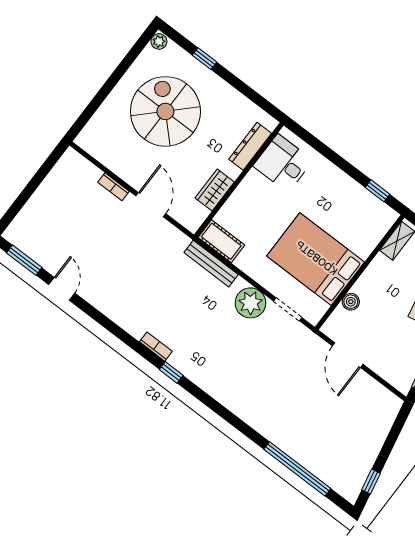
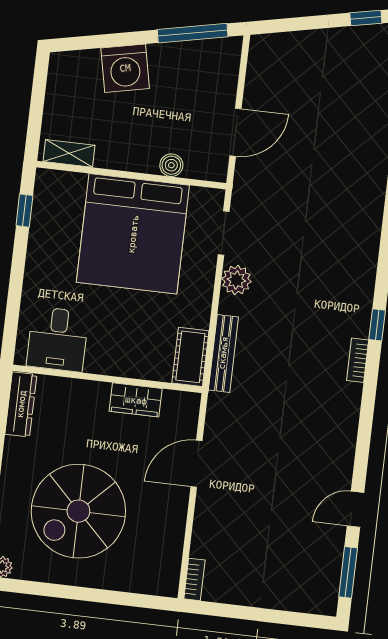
dresser: (250, 146) -> (21, 404), moved, turned -90
bookcase: (114, 187) -> (194, 579), moved
bed: (316, 259) -> (133, 234), width x1.36
plant: (250, 303) -> (236, 280), width x0.73, depth x0.73

